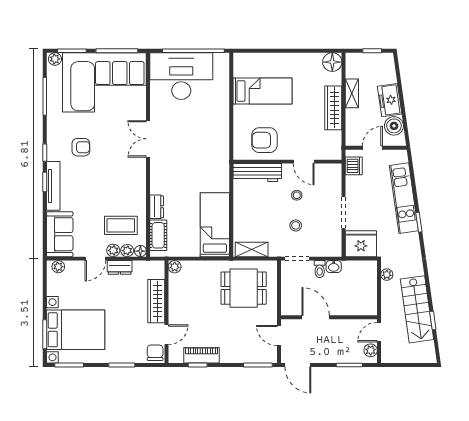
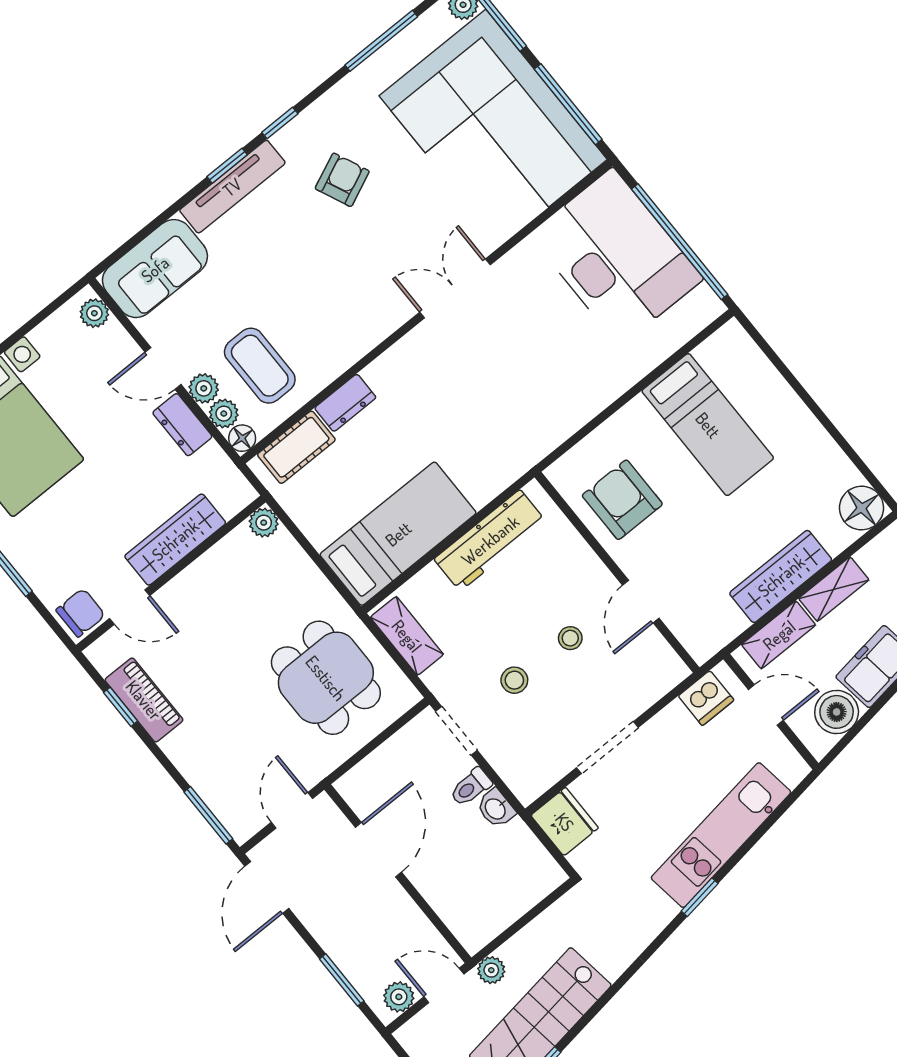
shelving: (352, 124) -> (779, 635), added
armchair: (81, 147) -> (342, 180), turned -114
workbench: (257, 173) -> (490, 540), moved, turned -90
fridge: (361, 244) -> (565, 822), width x0.73, depth x0.75
plant: (387, 275) -> (491, 970), moved

